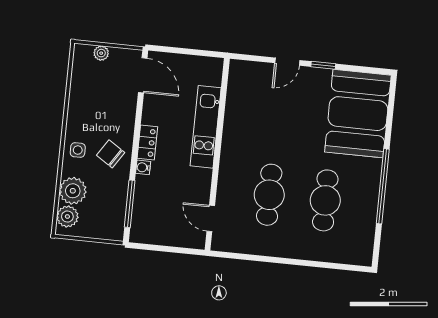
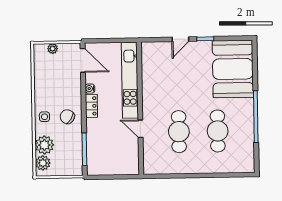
kitchen unit: (206, 127) -> (130, 80), width x1.36
water cooler: (143, 167) -> (90, 89), moved
door: (211, 218) -> (140, 129), moved

